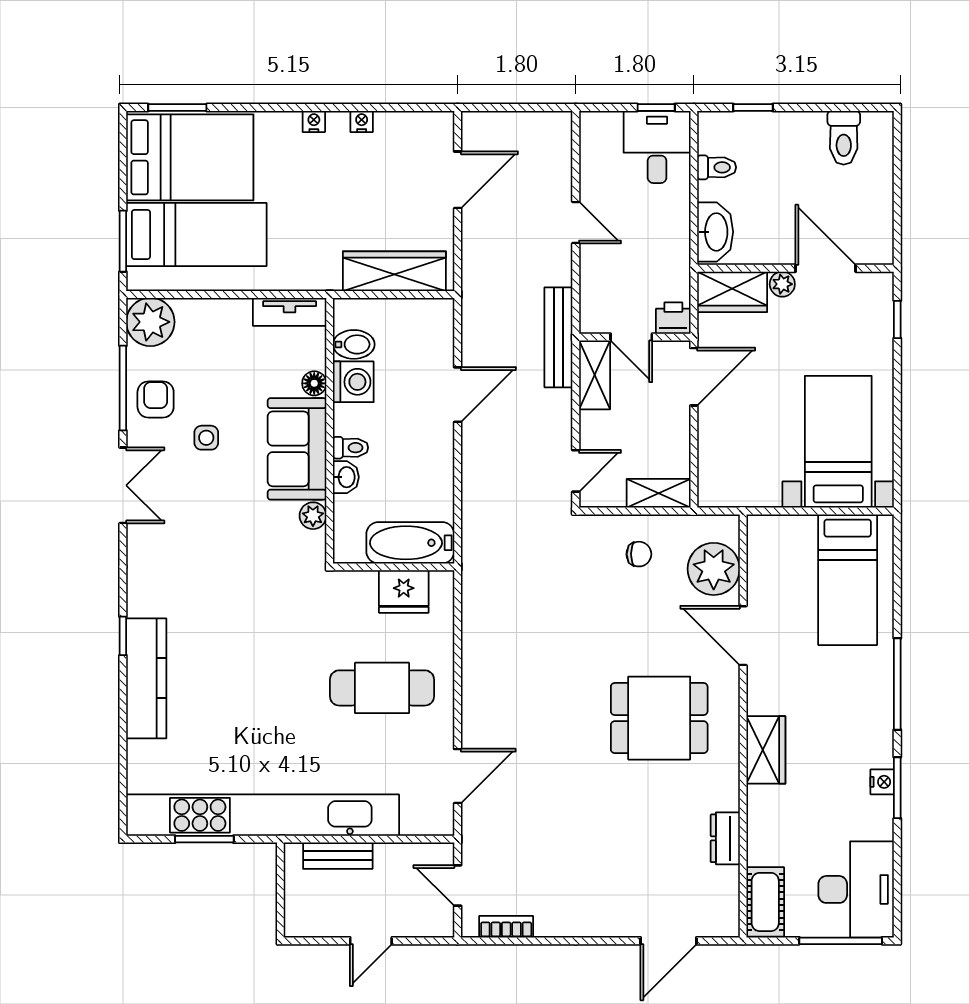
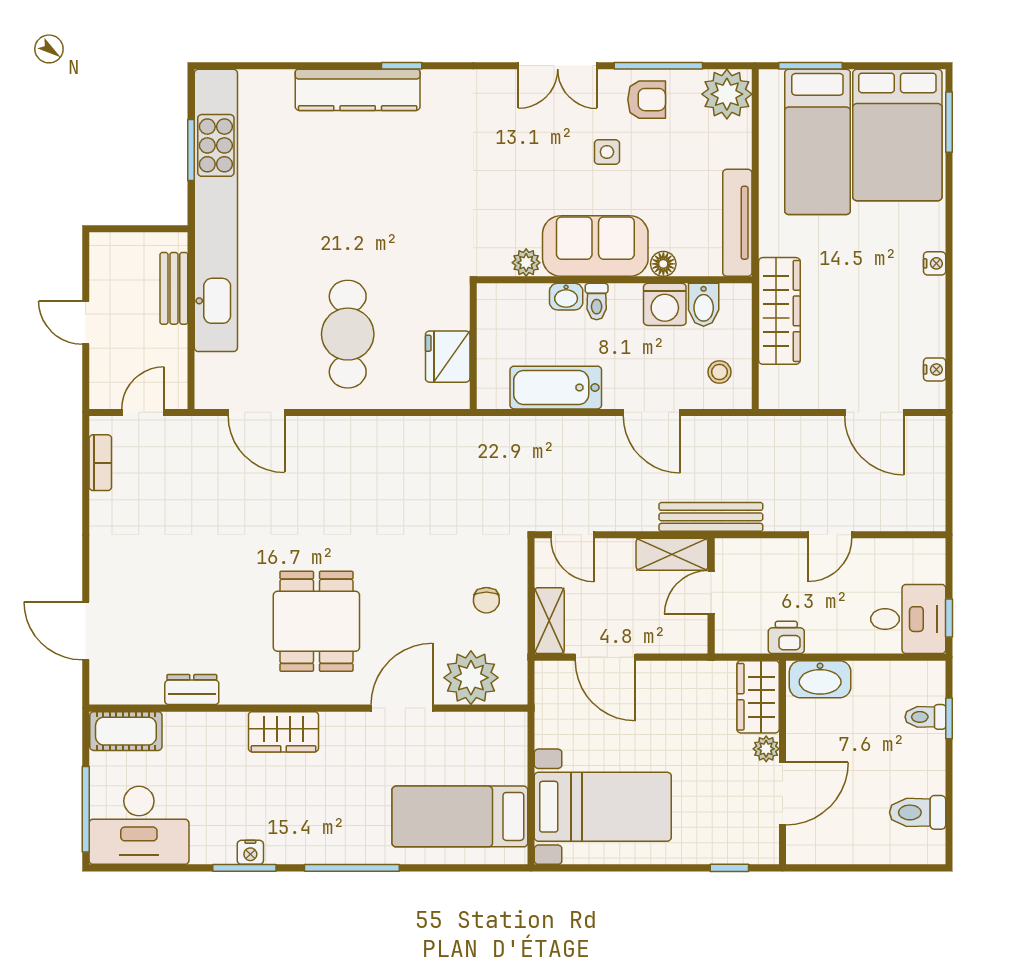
nightstand: (362, 121) -> (935, 369), moved
toilet: (717, 167) -> (925, 717), moved, turned 90
wardrobe: (394, 271) -> (779, 311), moved
tv unit: (290, 312) -> (737, 223), width x1.41
printer: (673, 318) -> (786, 637), moved, turned -90
stool: (419, 329) -> (719, 372), added
door: (694, 377) -> (605, 657), moved
bathtub: (410, 543) -> (556, 388), moved, turned -90

